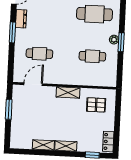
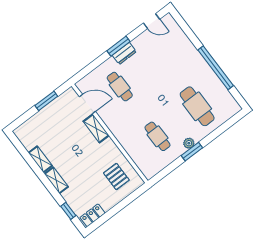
dresser: (21, 19) -> (124, 53), moved
shelving: (68, 93) -> (96, 128), moved

